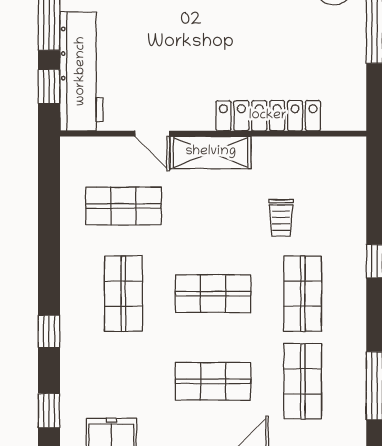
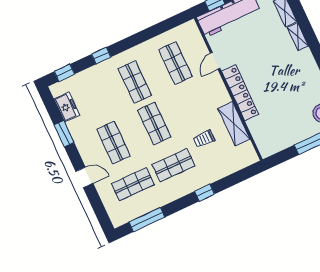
locker: (268, 116) -> (240, 93), moved
shelving: (211, 152) -> (234, 124), moved
shop shelf: (123, 294) -> (135, 82), turned 90

